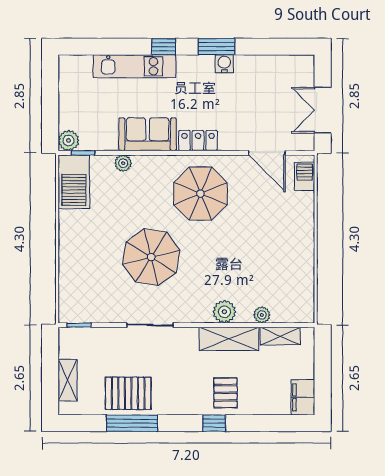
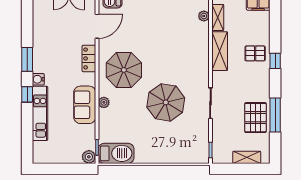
water cooler: (224, 64) -> (38, 79), moved
locker: (198, 141) -> (89, 58), moved
plant: (123, 163) -> (104, 102), moved
plant: (224, 312) -> (202, 54), removed
plant: (262, 315) -> (204, 16), moved

